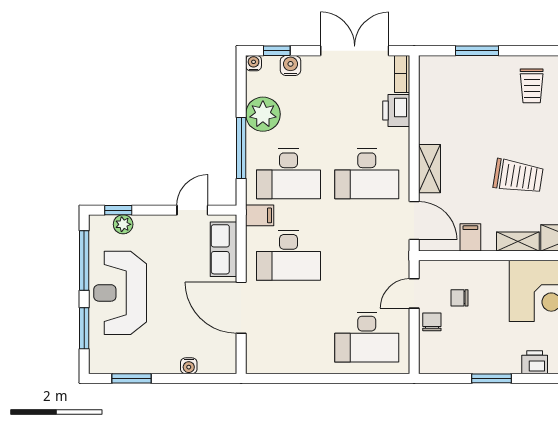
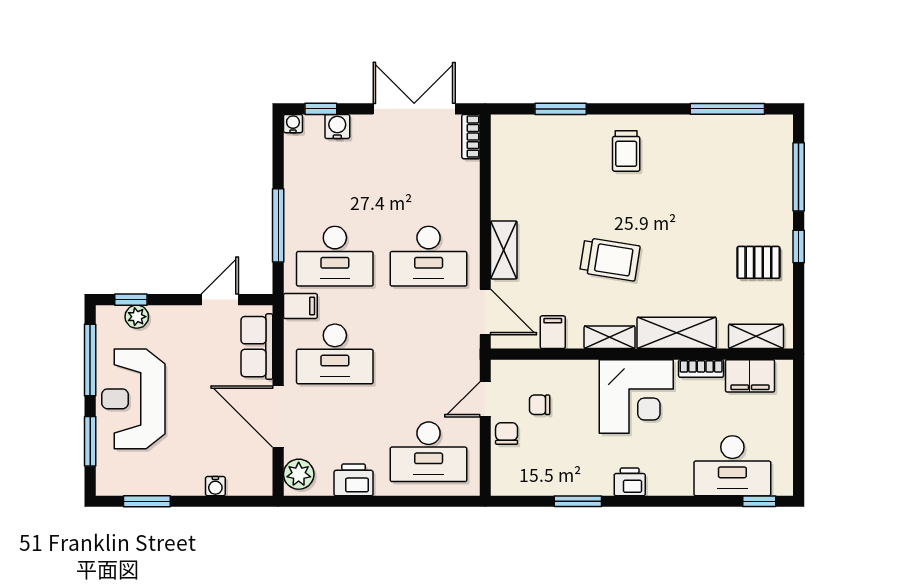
printer: (396, 110) -> (354, 480), moved, turned 90
plant: (263, 114) -> (299, 474), moved, width x0.73, depth x0.73

